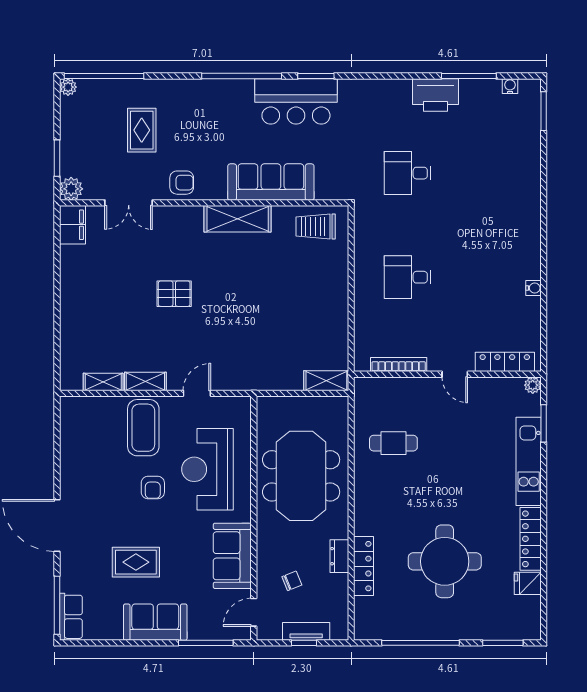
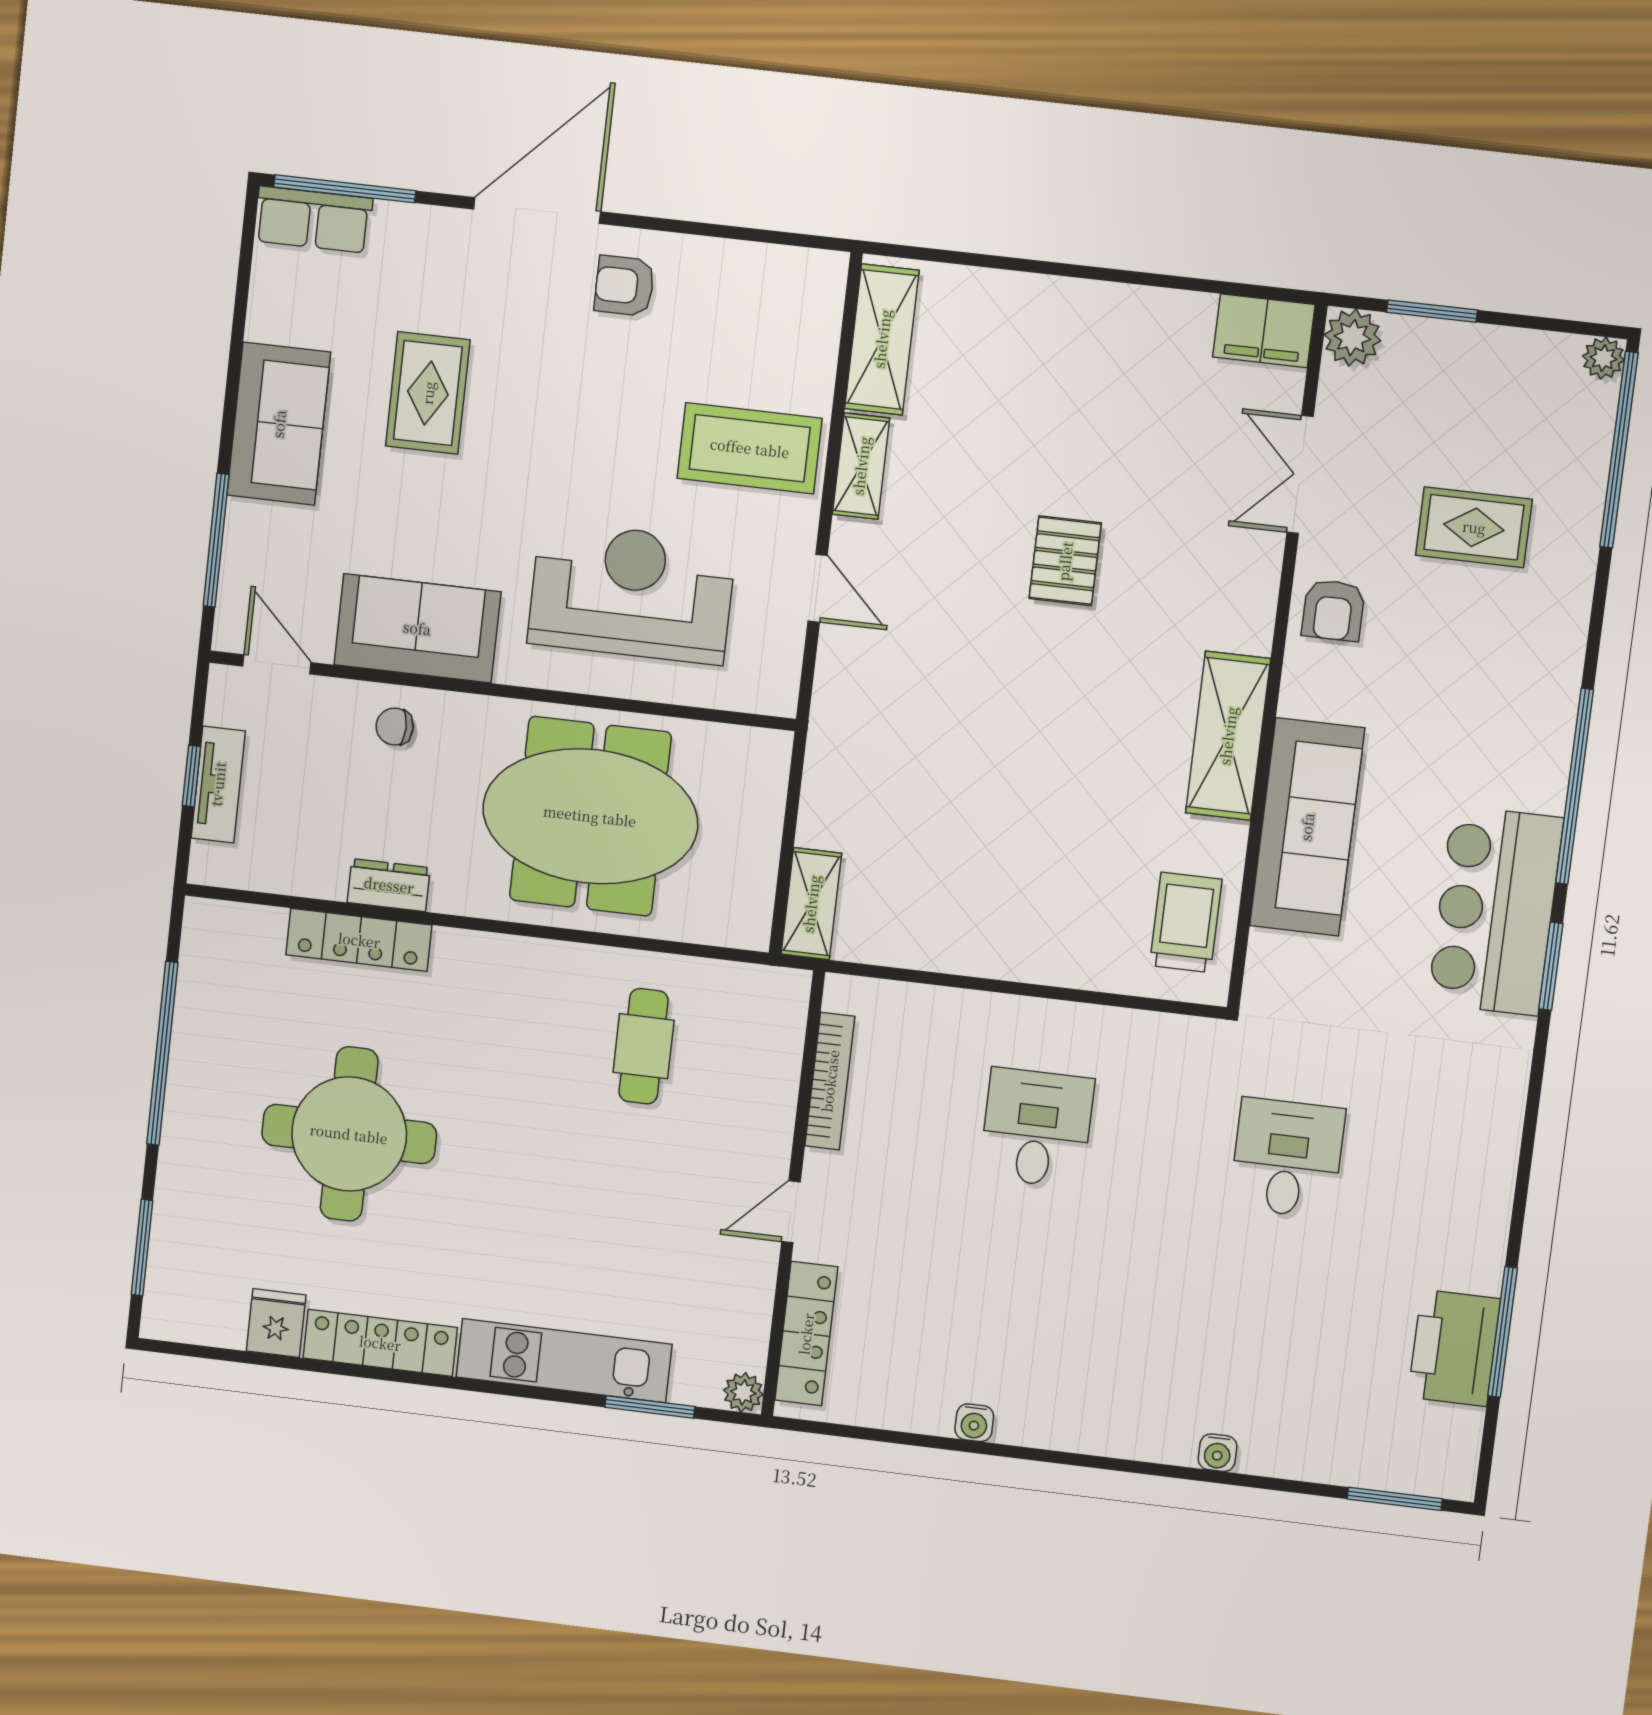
water cooler: (510, 86) -> (1217, 1453), moved, turned 90
printer: (436, 95) -> (1454, 1348), moved
shelving: (103, 382) -> (882, 339), width x1.50, depth x1.33
armchair: (153, 487) -> (624, 286), moved
chair: (292, 581) -> (395, 727), moved, turned 112

